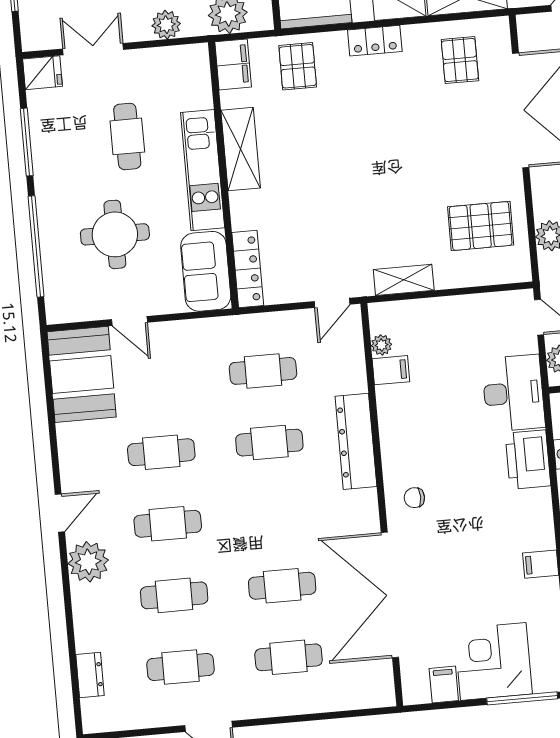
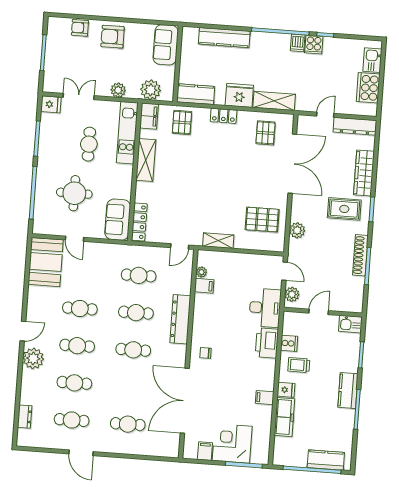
kitchen unit: (203, 170) -> (127, 133), moved
cafe table: (282, 586) -> (133, 350), moved

